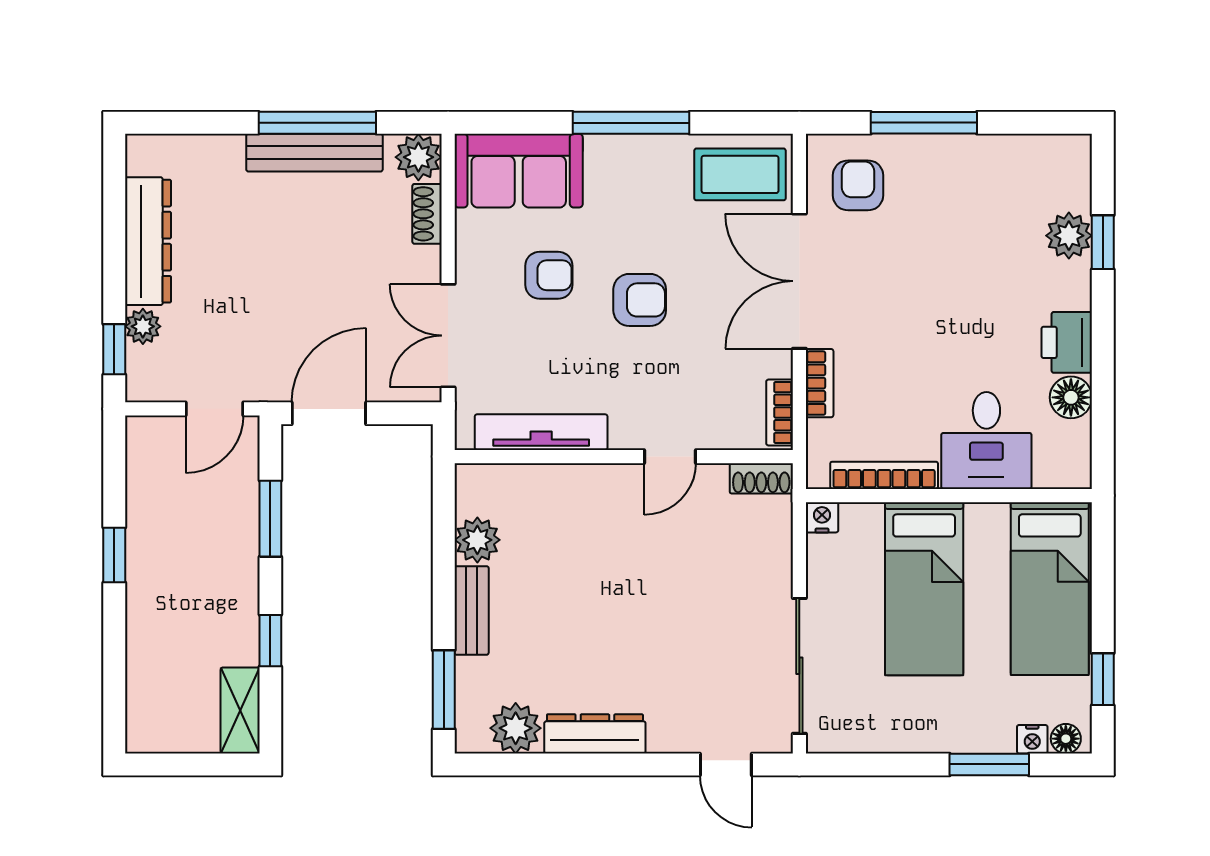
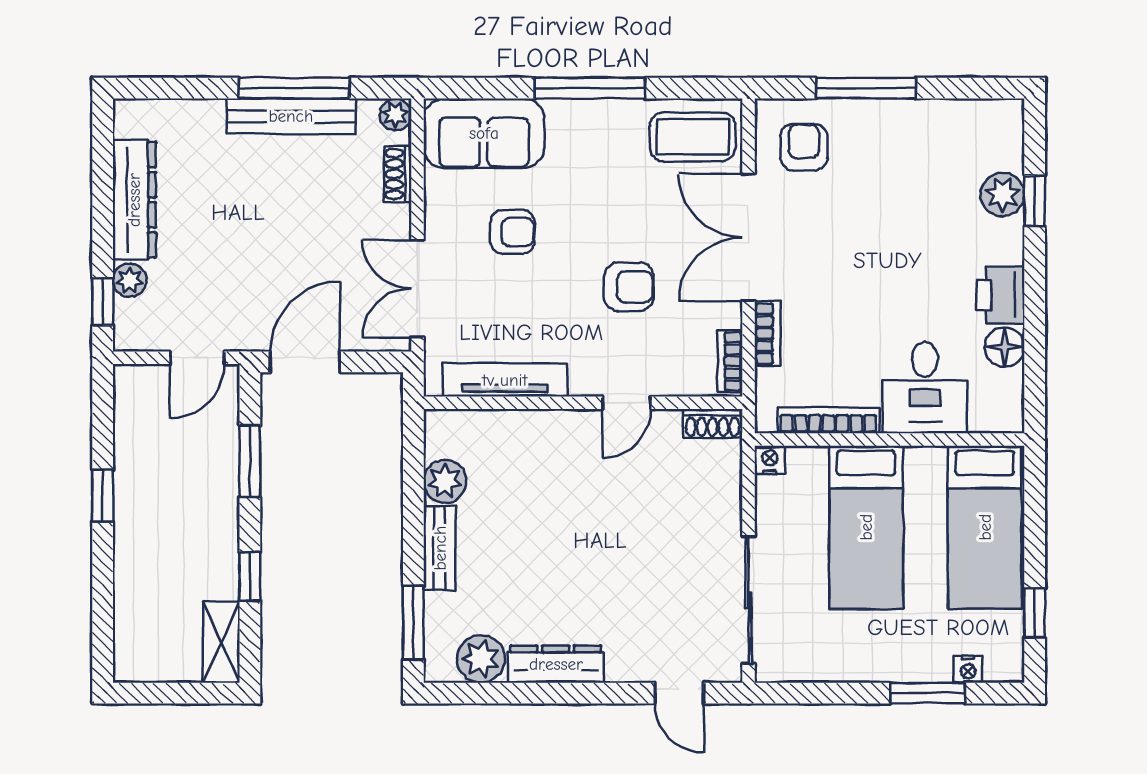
plant: (418, 157) -> (395, 115), width x0.73, depth x0.73
armchair: (640, 300) -> (629, 287), moved
floor lamp: (1066, 739) -> (1000, 669), removed

